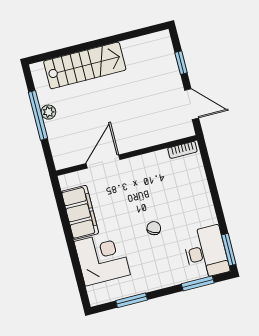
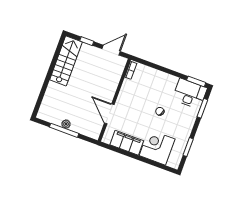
stairs: (85, 65) -> (66, 61), moved

